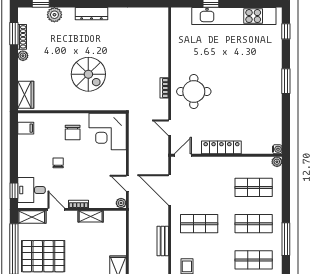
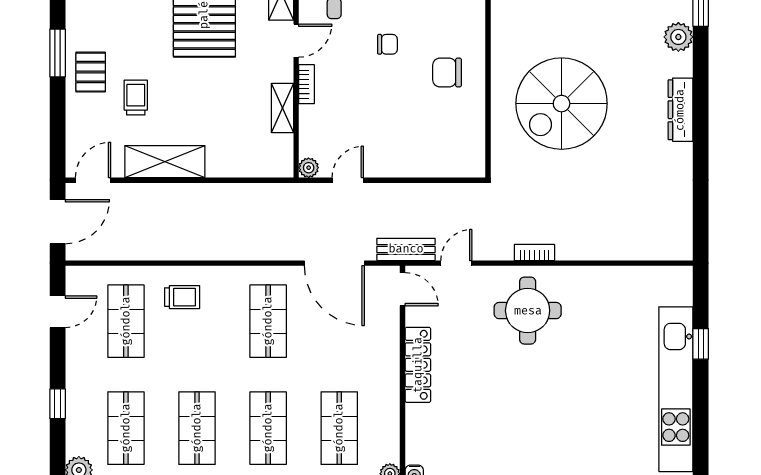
spiral stairs: (88, 74) -> (562, 104), width x1.37, depth x1.37
corner desk: (108, 131) -> (449, 141), removed
door: (170, 190) -> (334, 263), swing flipped
bench: (163, 241) -> (406, 249), moved

